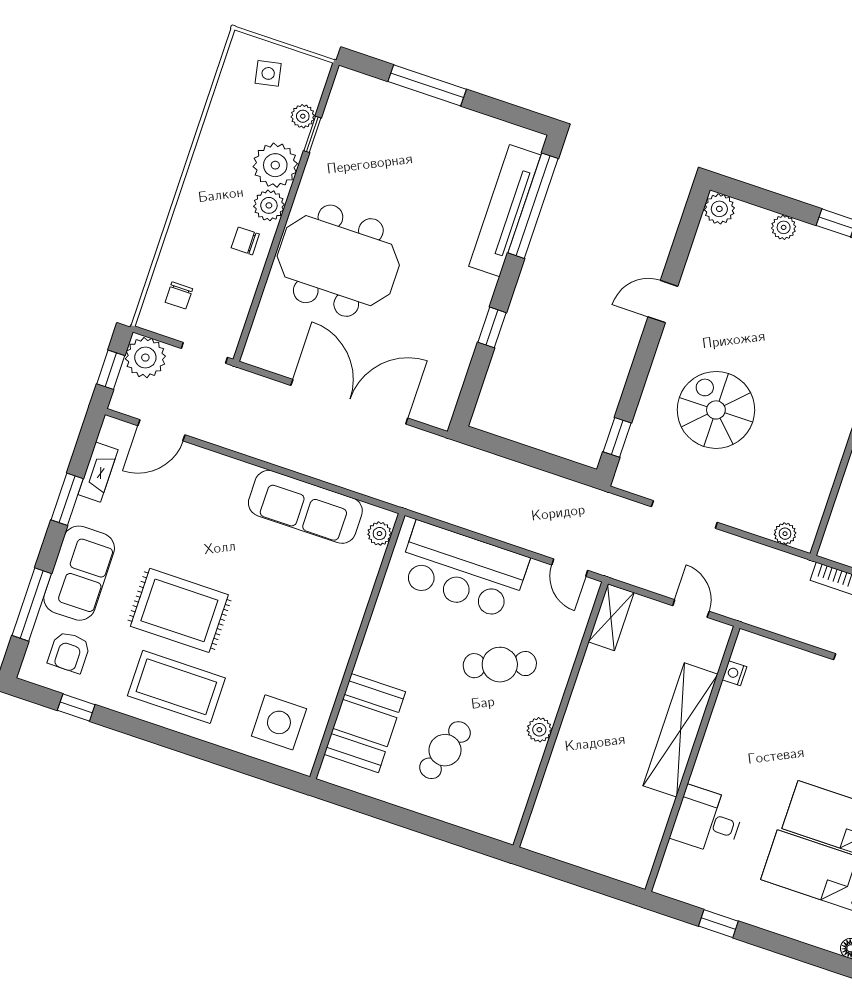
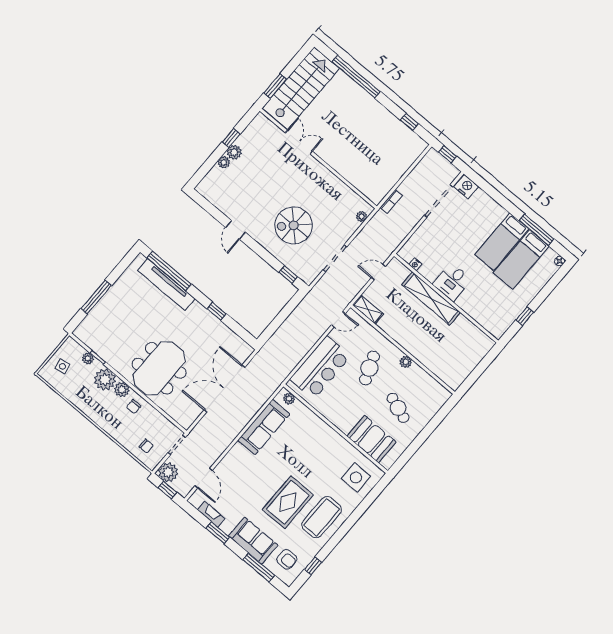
plant: (719, 209) -> (234, 152), moved
desk: (707, 821) -> (452, 282), moved

